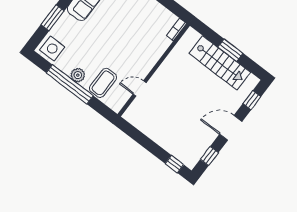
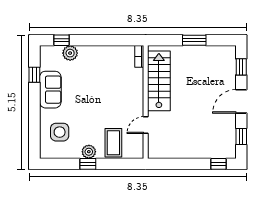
window: (53, 18) -> (34, 122), removed
side table: (52, 49) -> (60, 132), moved
stairs: (220, 63) -> (159, 81), moved, turned -90
window: (70, 84) -> (88, 164), width x0.32

